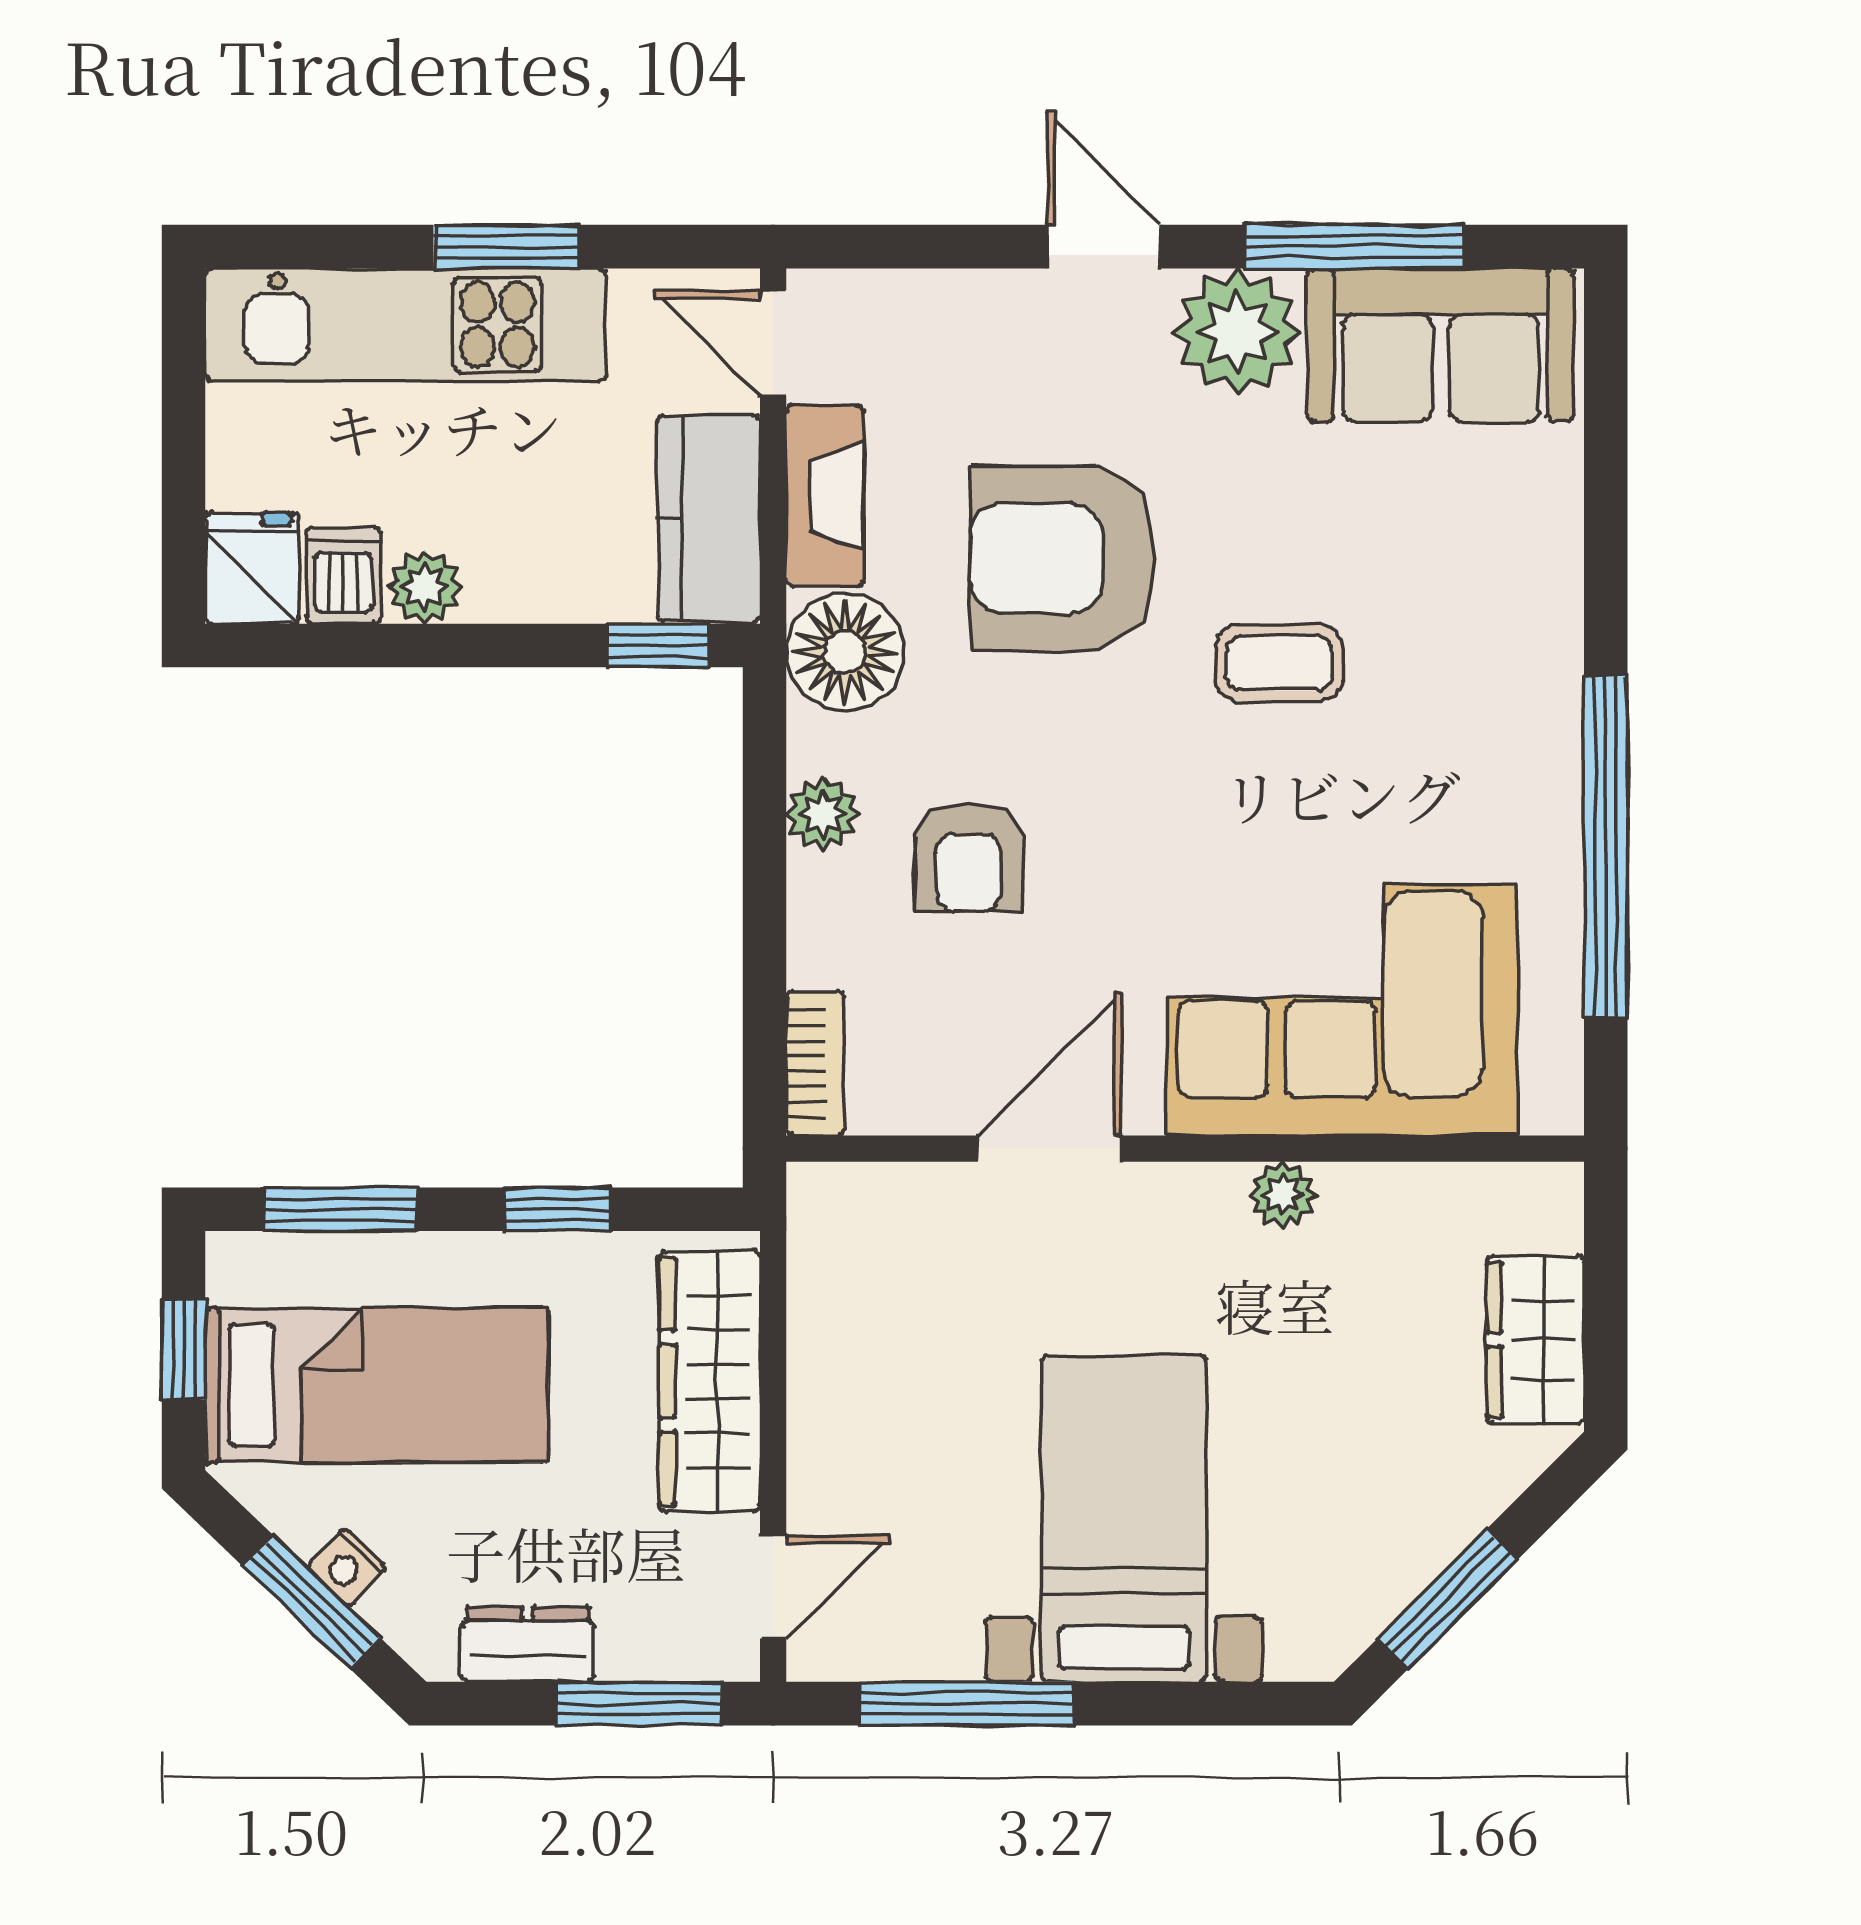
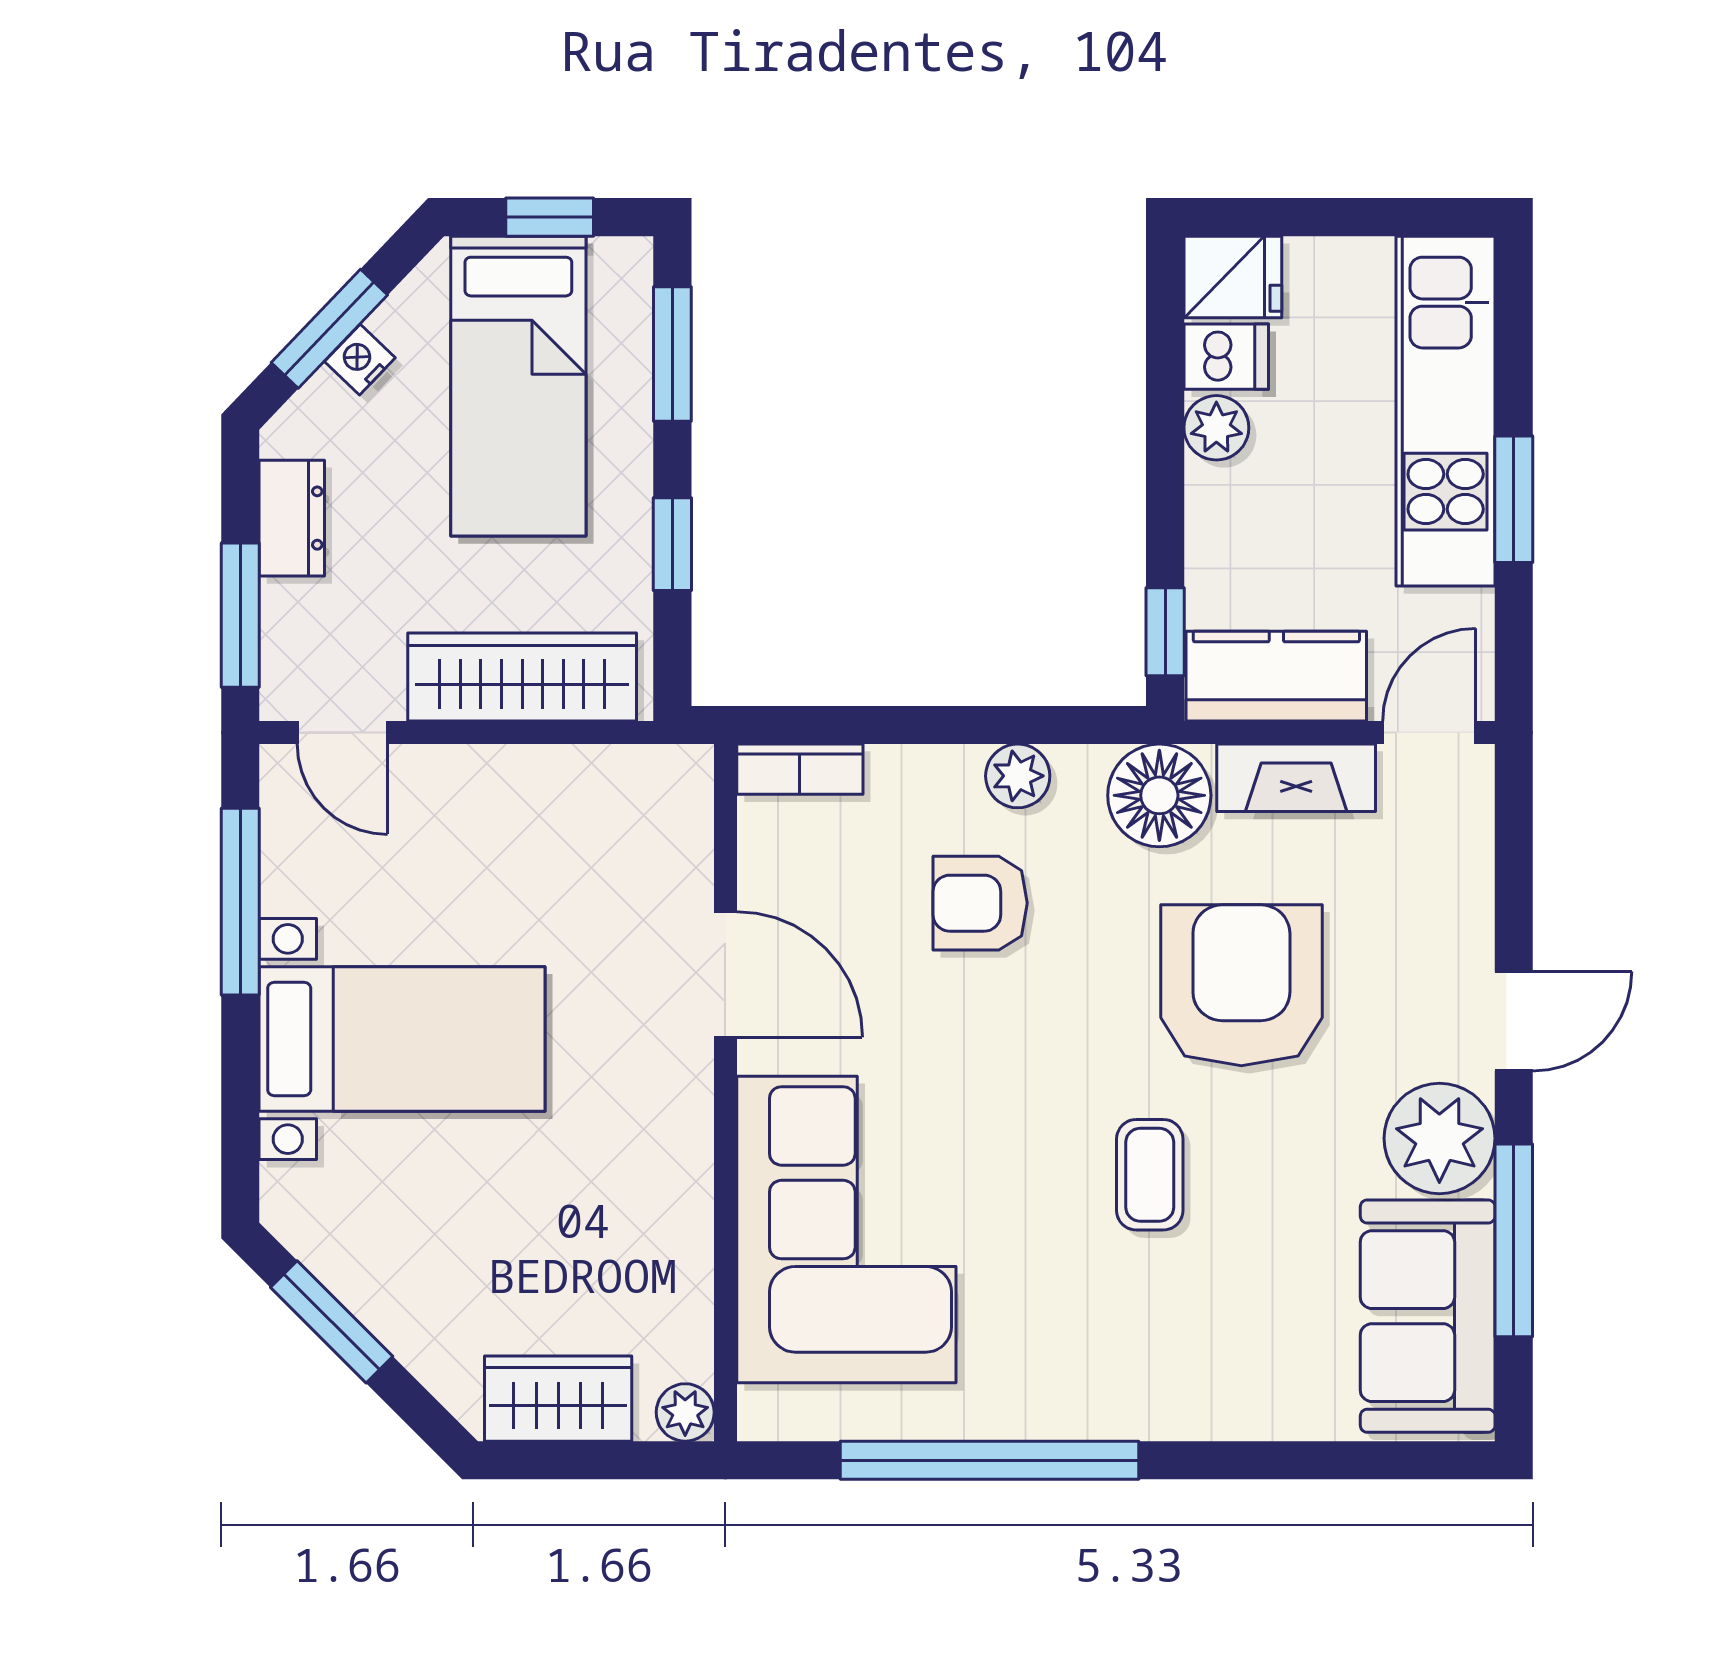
plant: (1283, 1195) -> (685, 1412), moved

